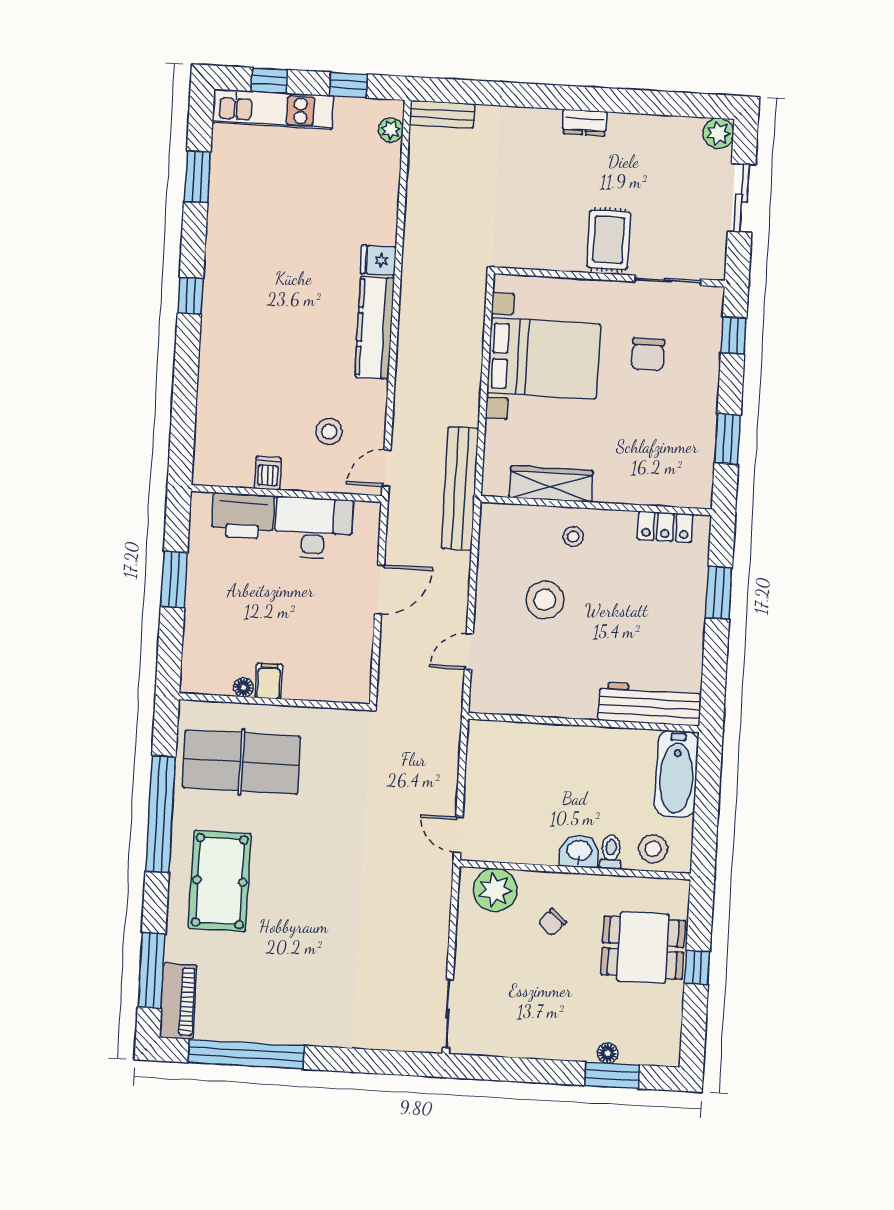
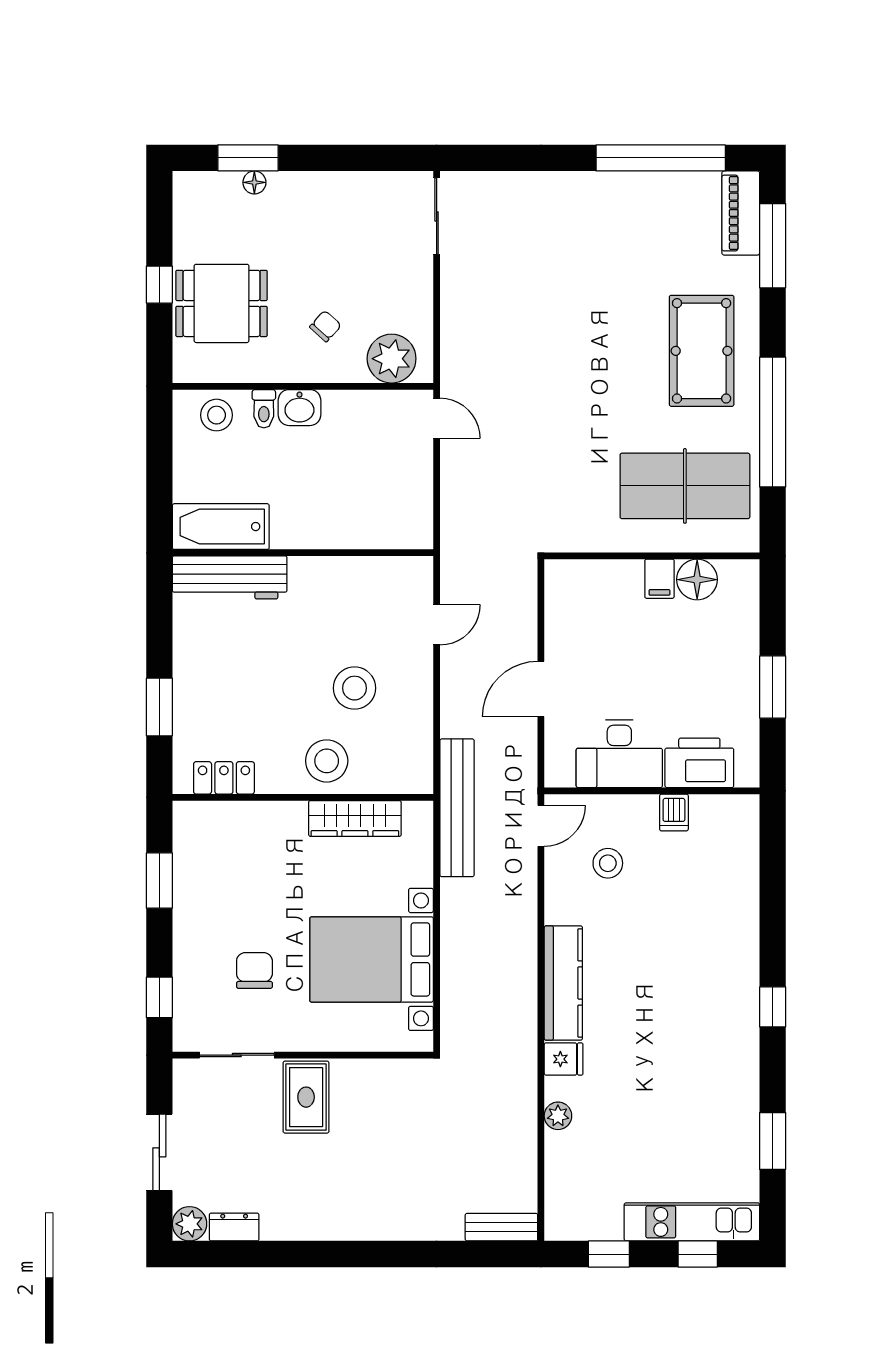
dresser: (584, 123) -> (234, 1227), moved
plant: (391, 130) -> (558, 1116), moved
stool: (573, 537) -> (327, 761), width x1.89, depth x1.89
floor lamp: (243, 687) -> (697, 580), width x1.89, depth x1.89
bathtub: (676, 774) -> (221, 527), moved, turned -90

